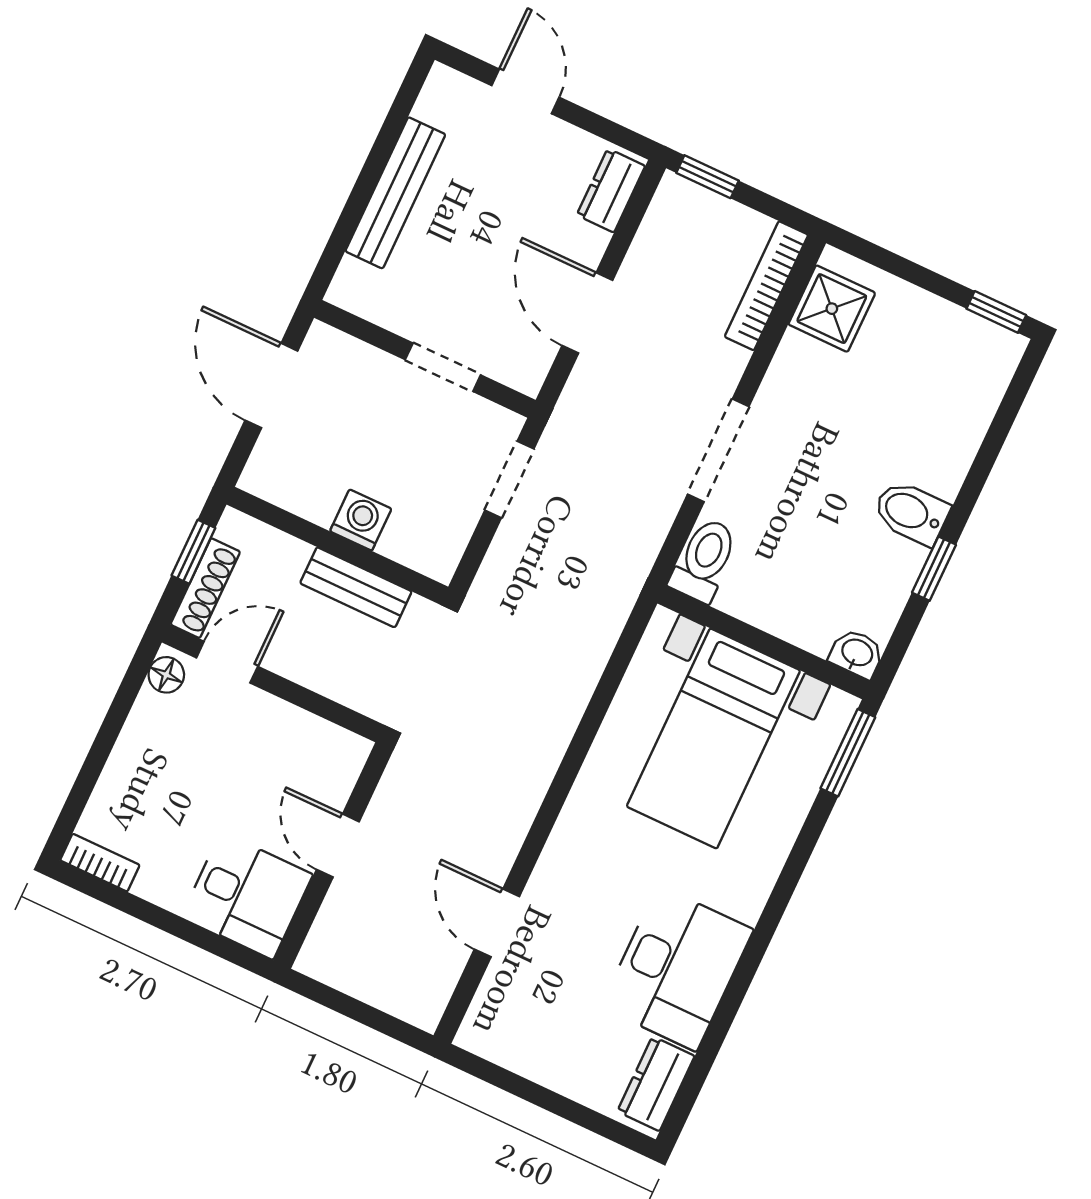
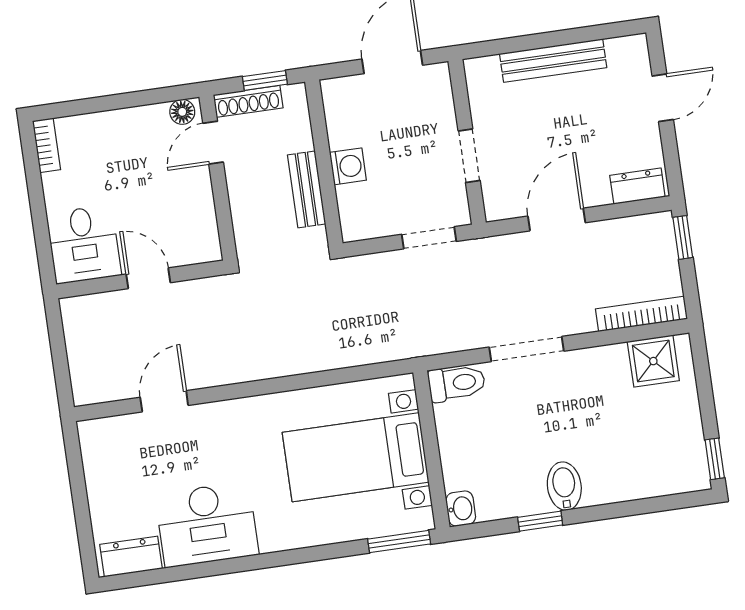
door: (227, 662) -> (213, 143), swing flipped
door: (338, 846) -> (148, 278), hinge flipped

